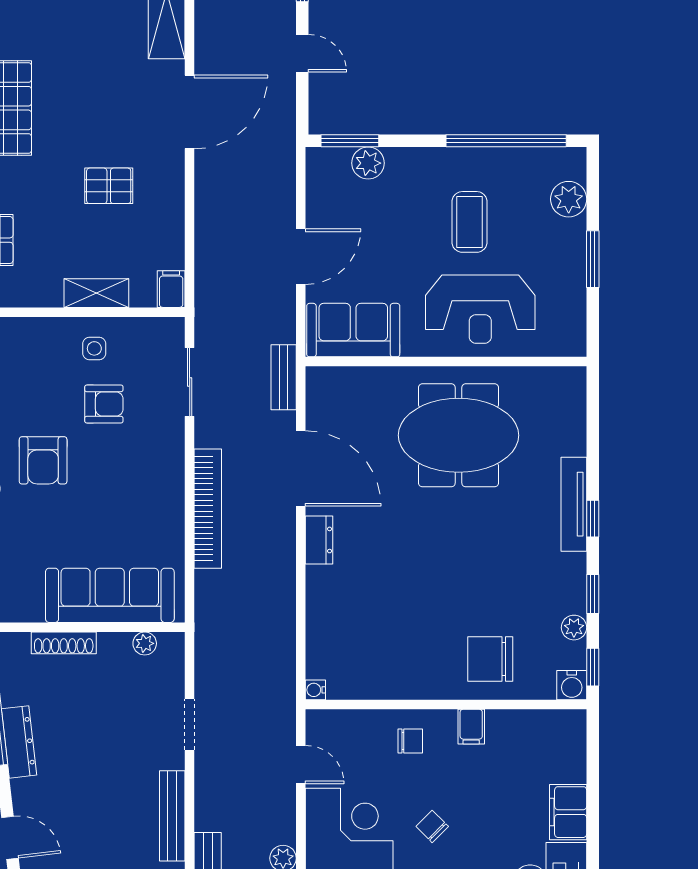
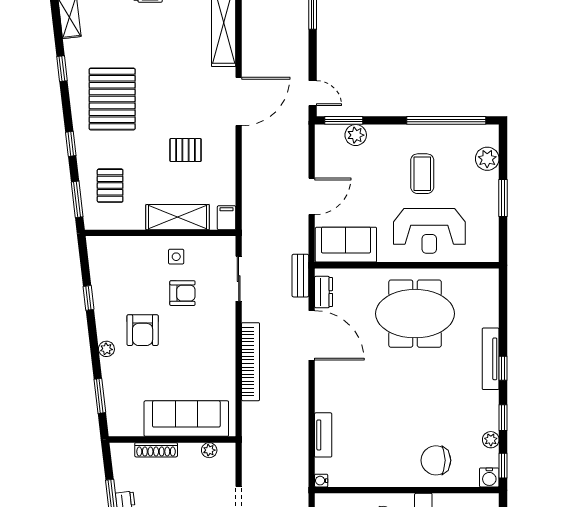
door: (302, 53) -> (313, 93), moved
shelving: (96, 293) -> (178, 217), width x1.50, depth x1.33
dresser: (319, 540) -> (324, 292), moved
tv unit: (318, 620) -> (323, 435), added

